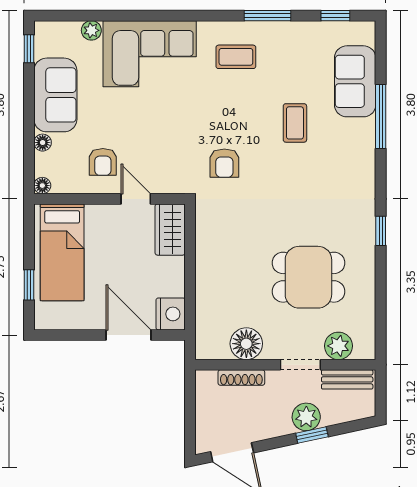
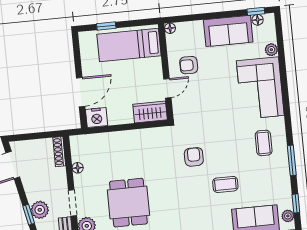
plant: (354, 30) -> (288, 216), added
floor lamp: (43, 143) -> (258, 20), moved
armchair: (224, 163) -> (194, 157), moved, turned 90
floor lamp: (246, 344) -> (78, 168), width x0.53, depth x0.53
shoe rack: (241, 378) -> (59, 152), moved

